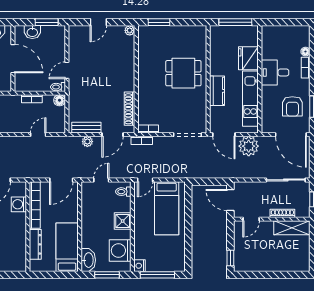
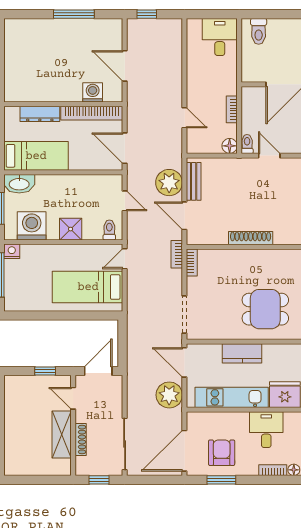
dining table: (183, 73) -> (265, 309), turned 90
armchair: (292, 106) -> (222, 453), turned 90
shoe rack: (130, 109) -> (251, 238), moved
door: (224, 135) -> (184, 362), hinge flipped
plant: (87, 142) -> (169, 183), width x1.88, depth x1.88
door: (145, 180) -> (125, 259), hinge flipped
shelving: (292, 228) -> (62, 434), moved
window: (230, 258) -> (45, 371), moved

